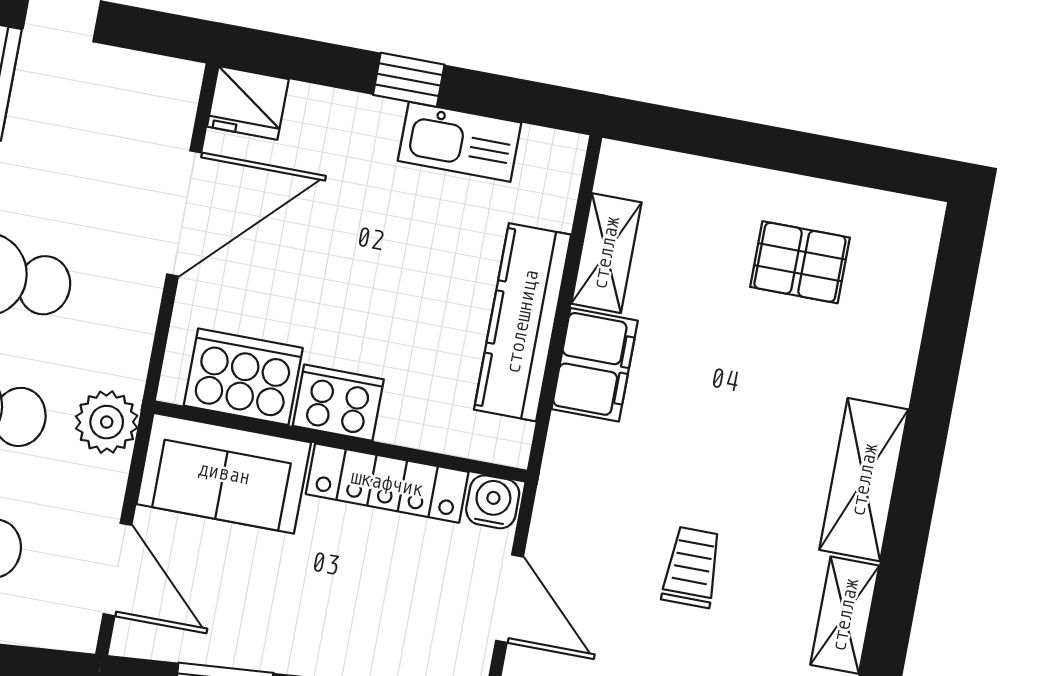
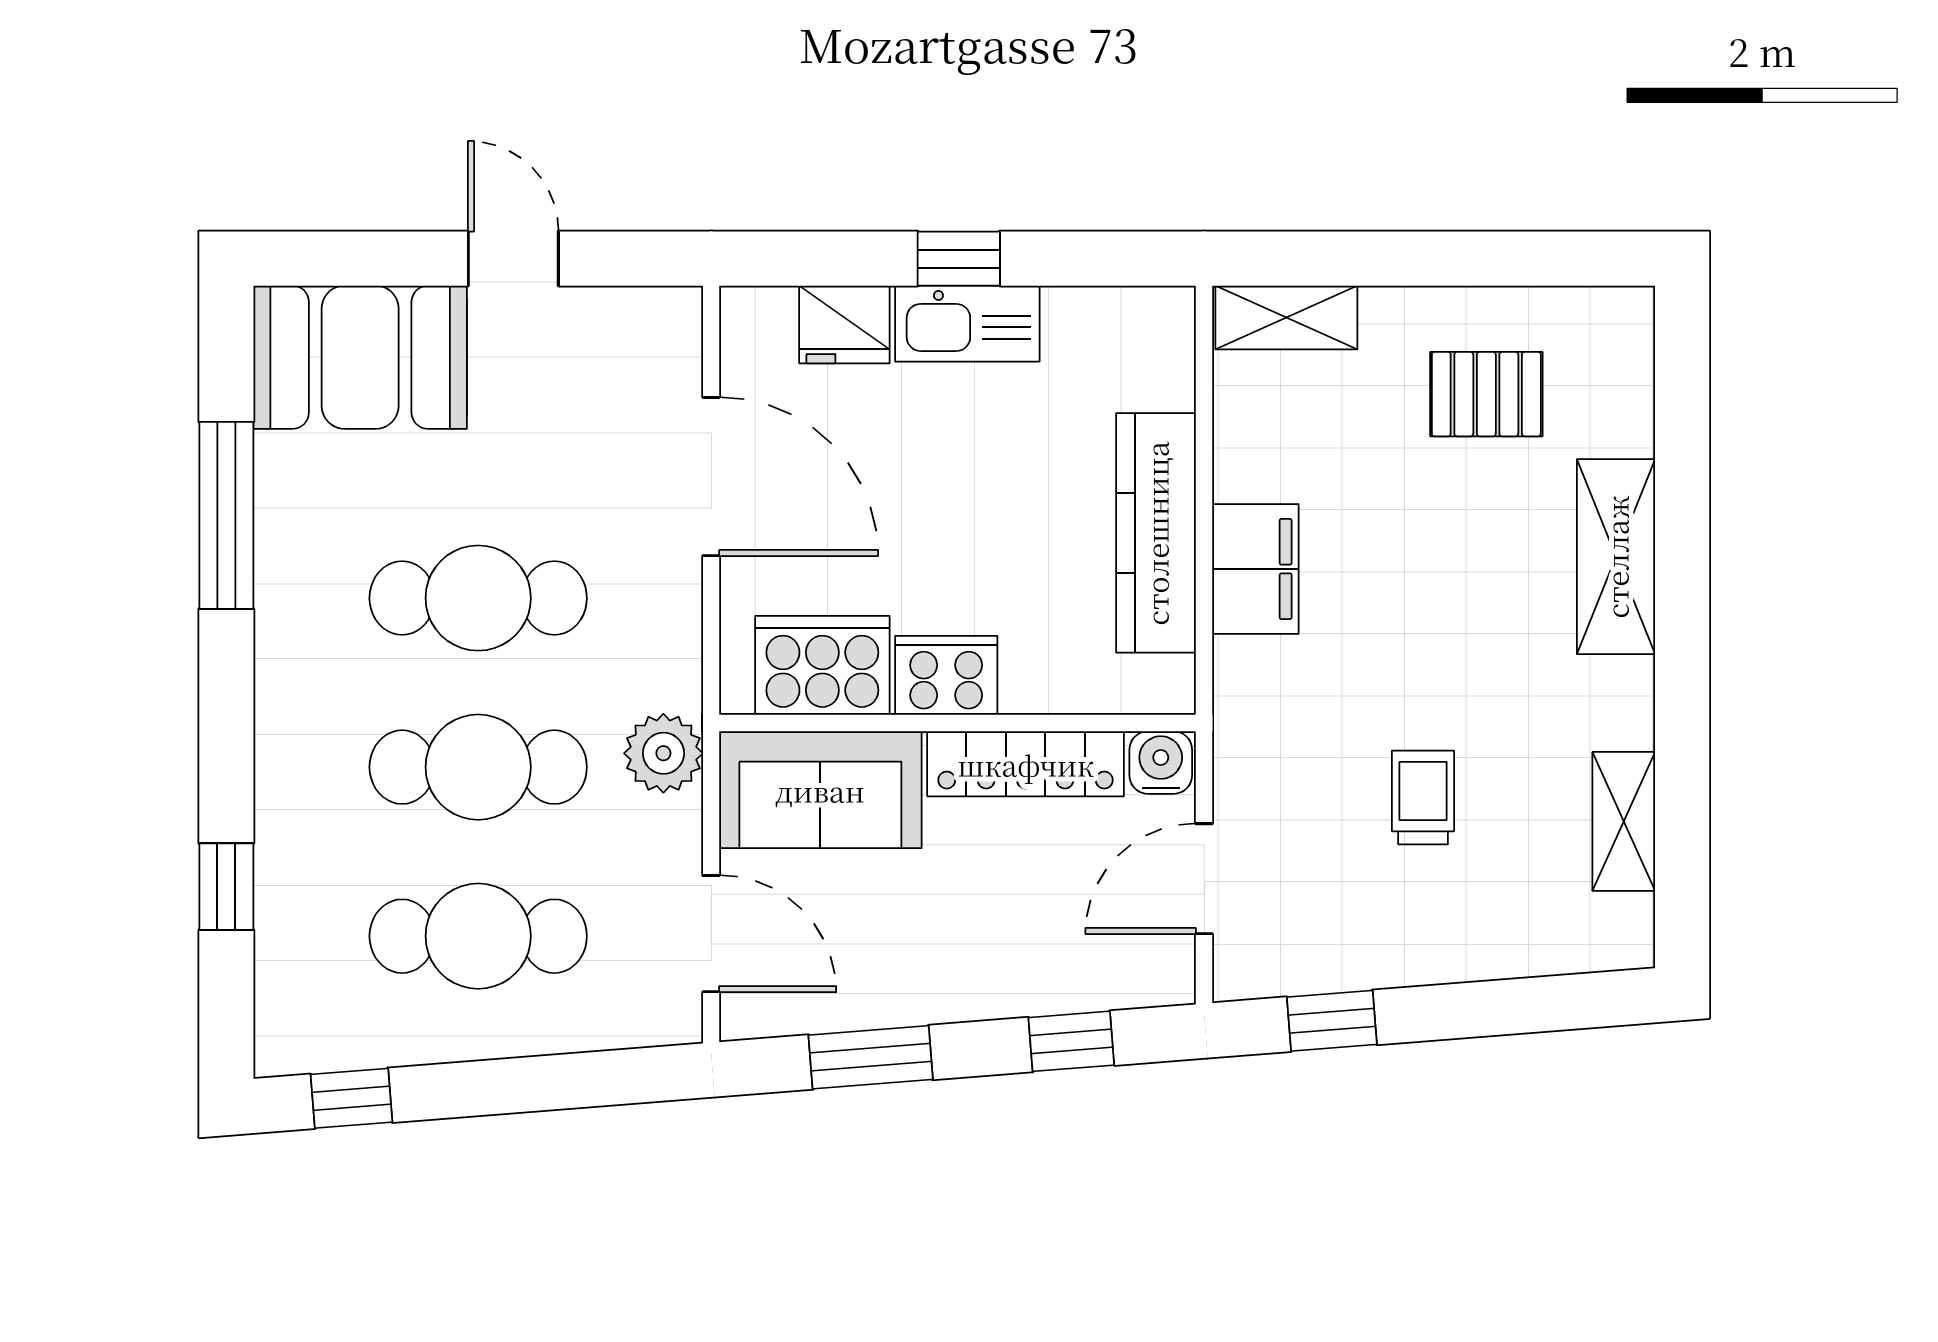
fridge: (248, 103) -> (844, 325), moved
kitchen sink: (460, 142) -> (967, 324), moved
door: (184, 213) -> (711, 477), hinge flipped
shelving: (606, 253) -> (1286, 318), moved, turned 90
shelving: (864, 480) -> (1616, 557), moved
door: (509, 599) -> (1204, 879), swing flipped

